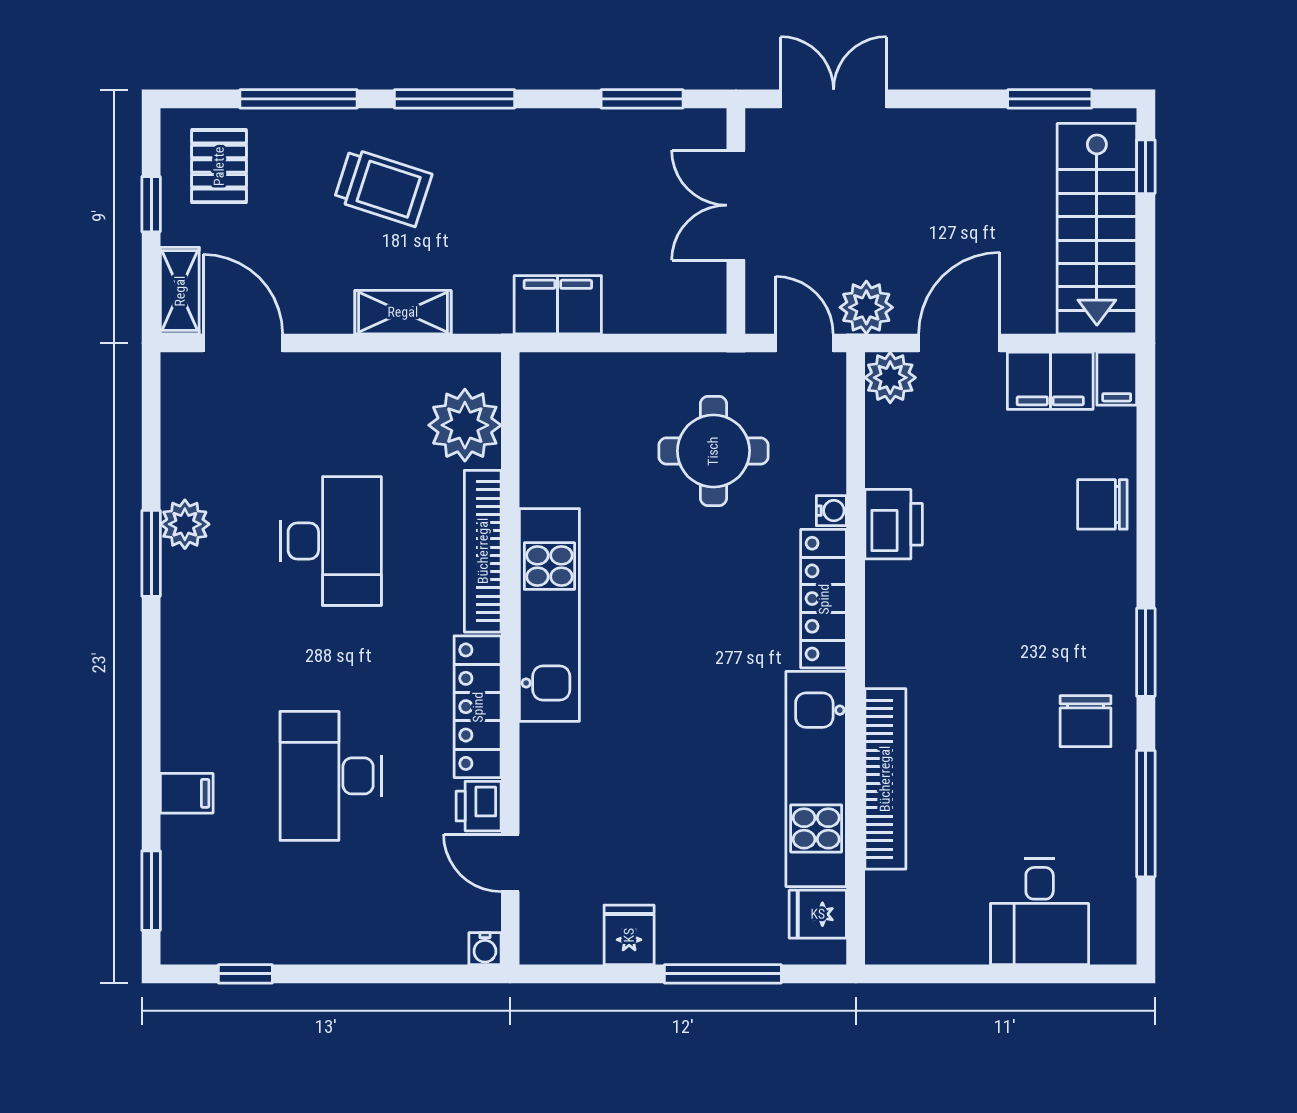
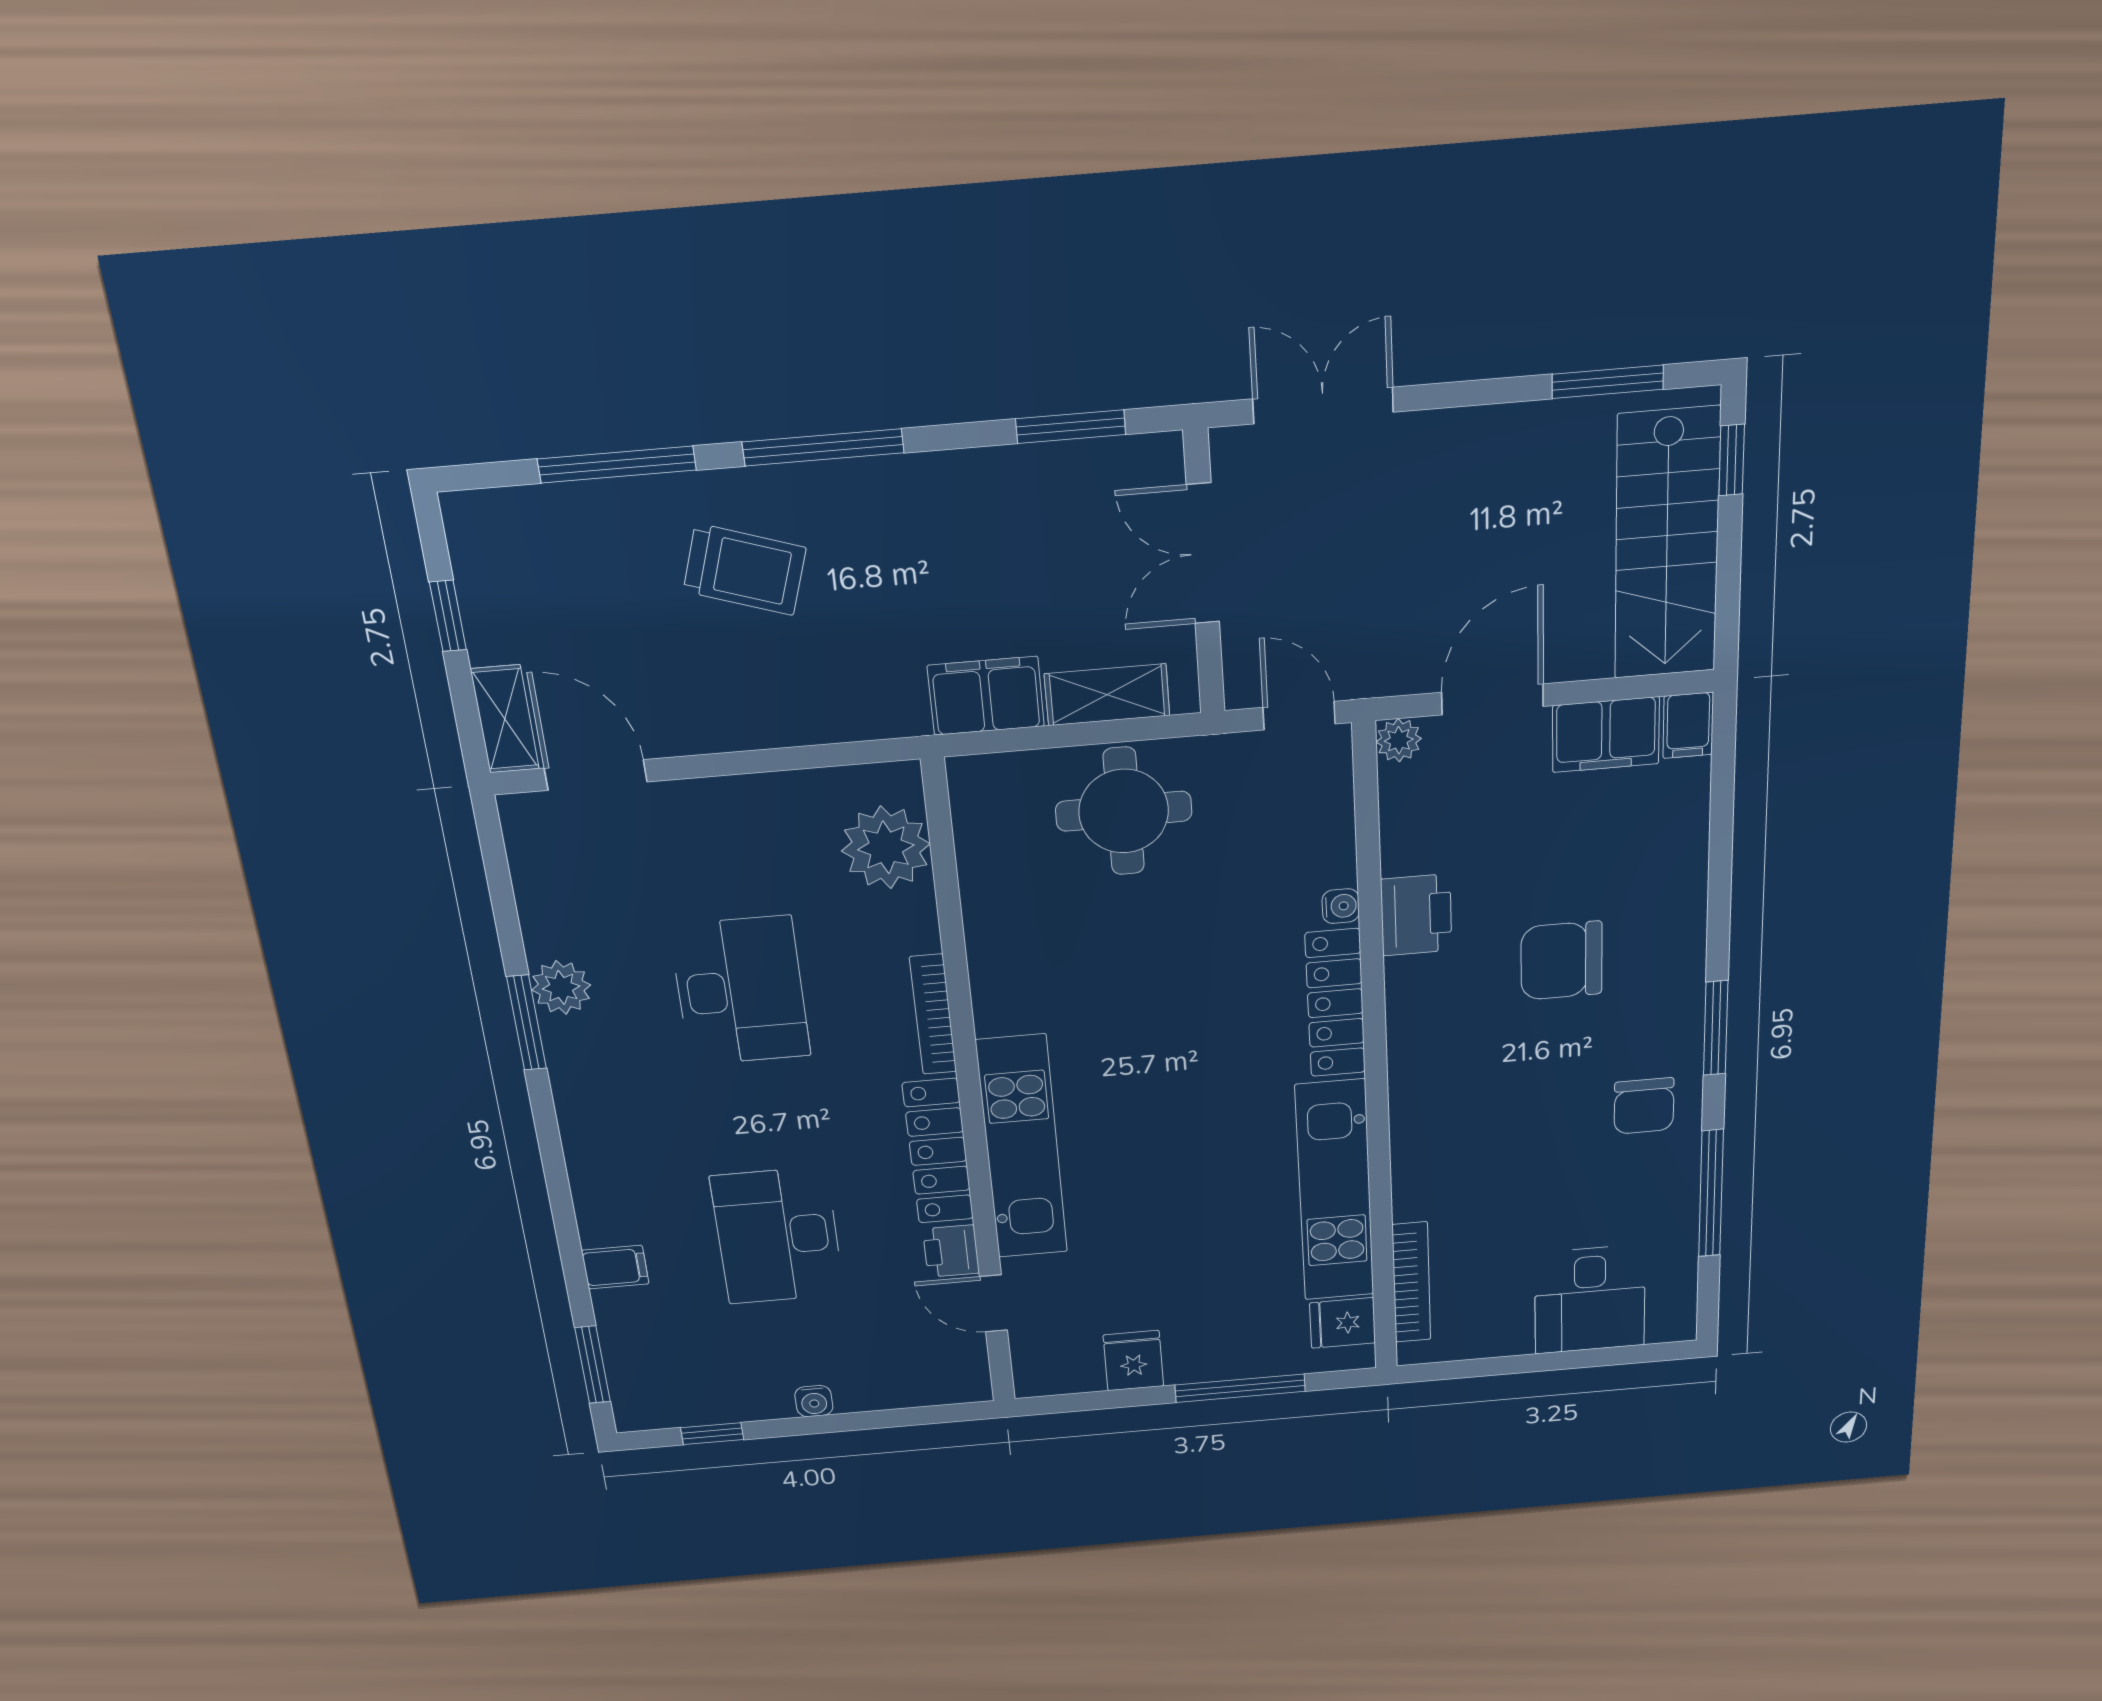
pallet: (219, 166) -> (527, 560), removed
plant: (866, 307) -> (1375, 666), removed
shelving: (403, 312) -> (1107, 695), moved
plant: (890, 378) -> (1399, 740), width x0.73, depth x0.73
round table: (713, 451) -> (1124, 811), moved
chair: (1102, 504) -> (1562, 961), moved, width x1.37, depth x1.37
bookcase: (483, 551) -> (933, 1014), width x0.68, depth x0.76
kitchen unit: (549, 615) -> (1022, 1147), moved
bookcase: (885, 779) -> (1411, 1282), moved, width x0.68, depth x0.76
water cooler: (485, 949) -> (814, 1401), moved

